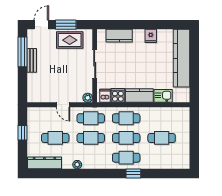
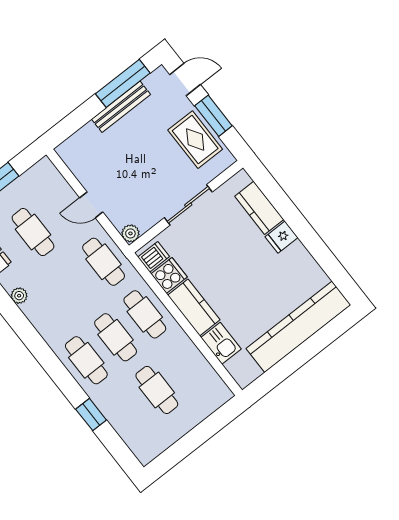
fridge: (151, 36) -> (282, 237), moved
bench: (32, 60) -> (121, 107), width x1.36
door: (63, 105) -> (91, 205), hinge flipped
cafe table: (91, 138) -> (74, 285), removed
window: (133, 173) -> (91, 415), moved

